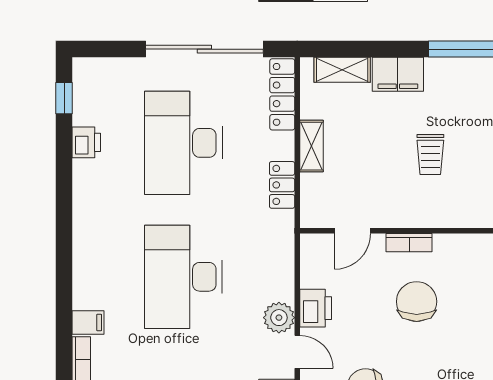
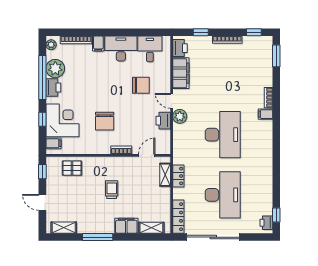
printer: (86, 142) -> (266, 223), moved
shelving: (312, 146) -> (165, 175), moved
chair: (417, 302) -> (105, 121), moved

